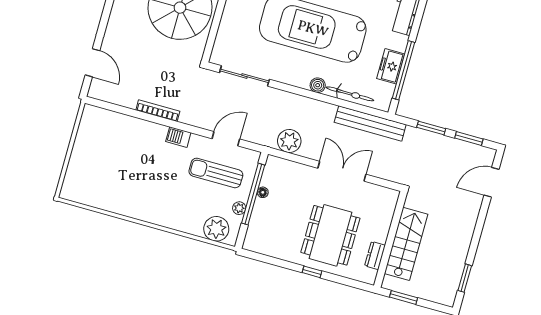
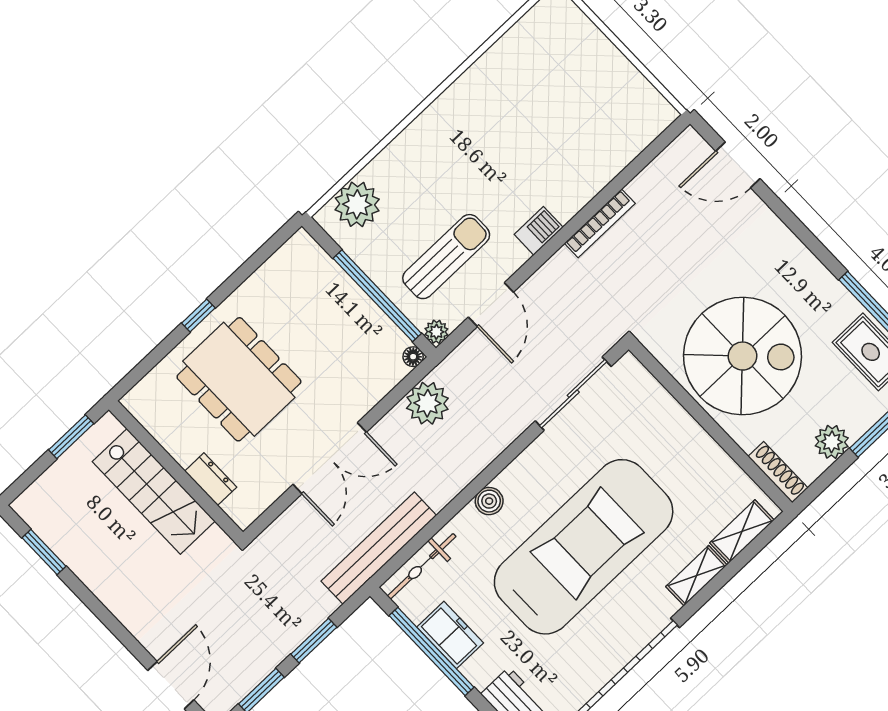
bicycle: (350, 94) -> (422, 566), moved
floor lamp: (263, 192) -> (413, 357), moved
plant: (239, 208) -> (436, 332), moved
dresser: (375, 256) -> (211, 479), moved

